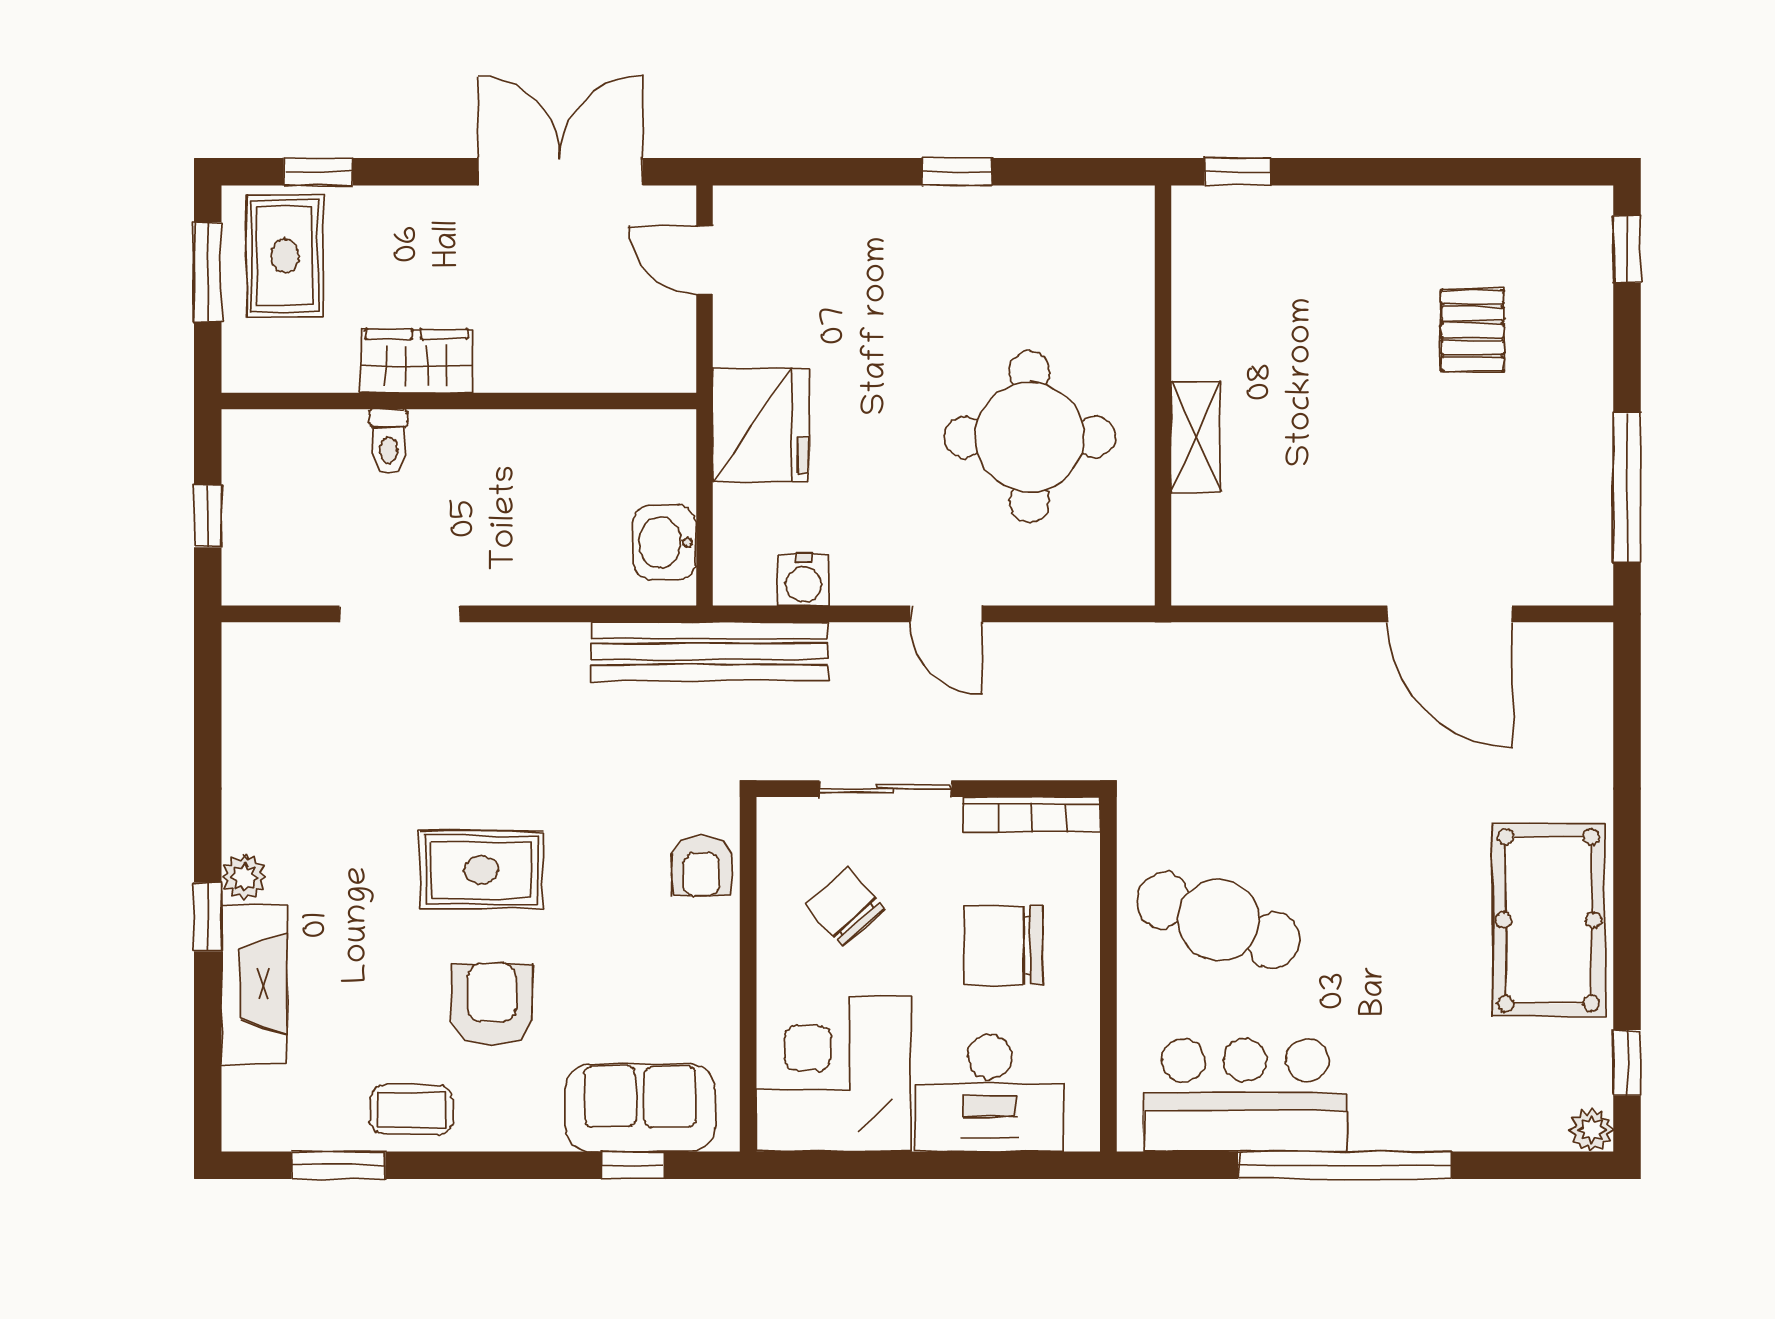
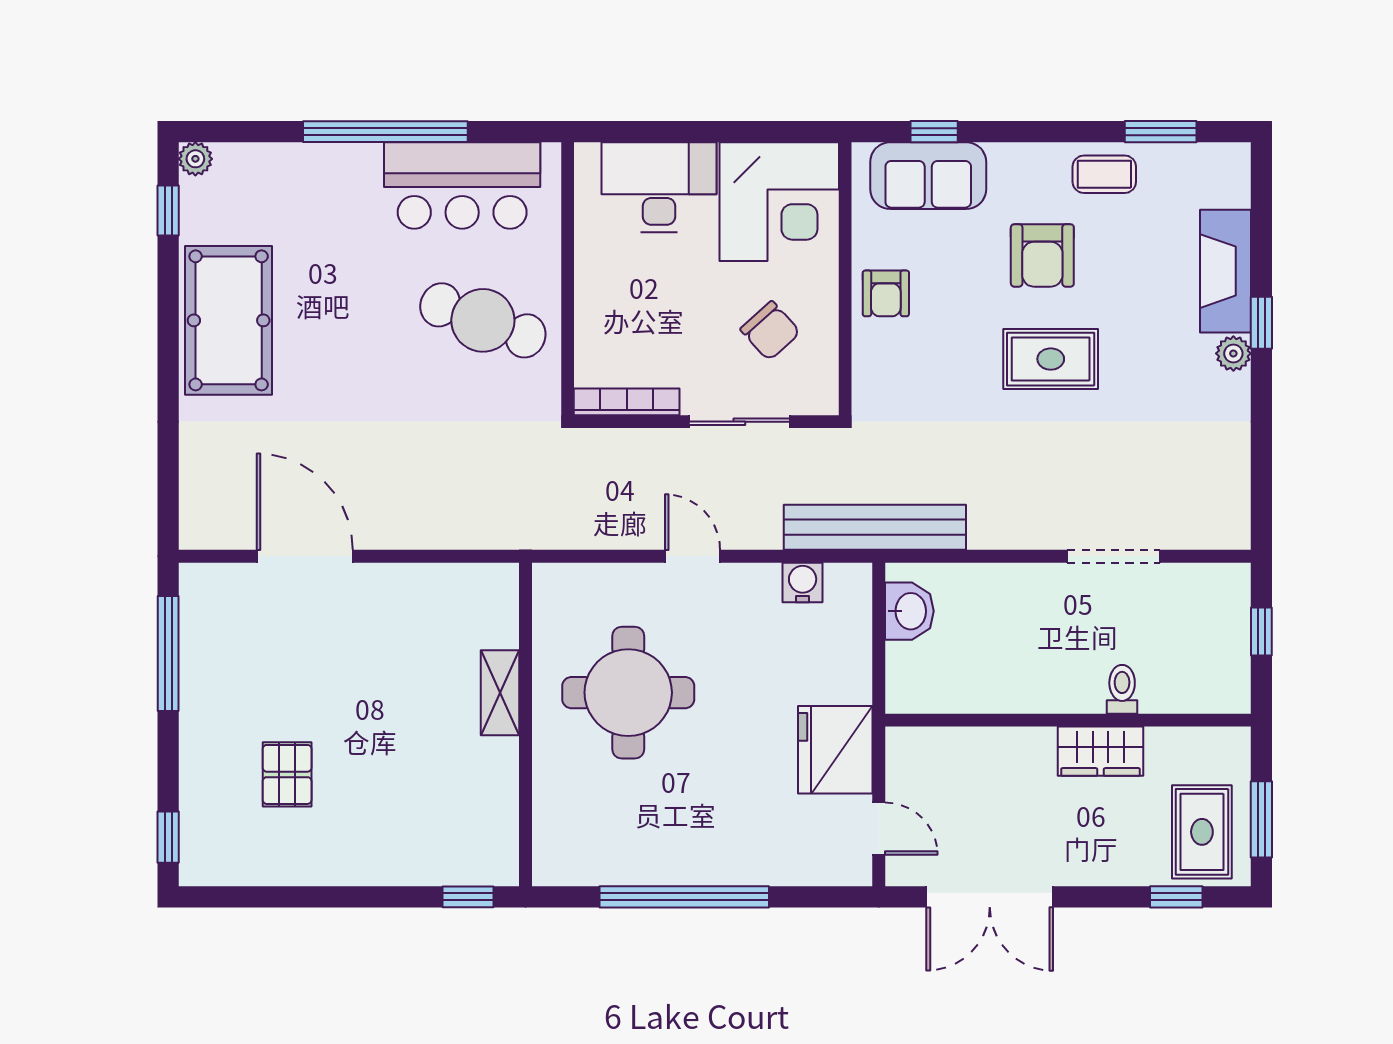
window: (957, 172) -> (684, 897), width x3.17
fridge: (761, 425) -> (835, 750), moved
armchair: (701, 866) -> (886, 293), moved, turned 180
chair: (1003, 945) -> (649, 301), removed

